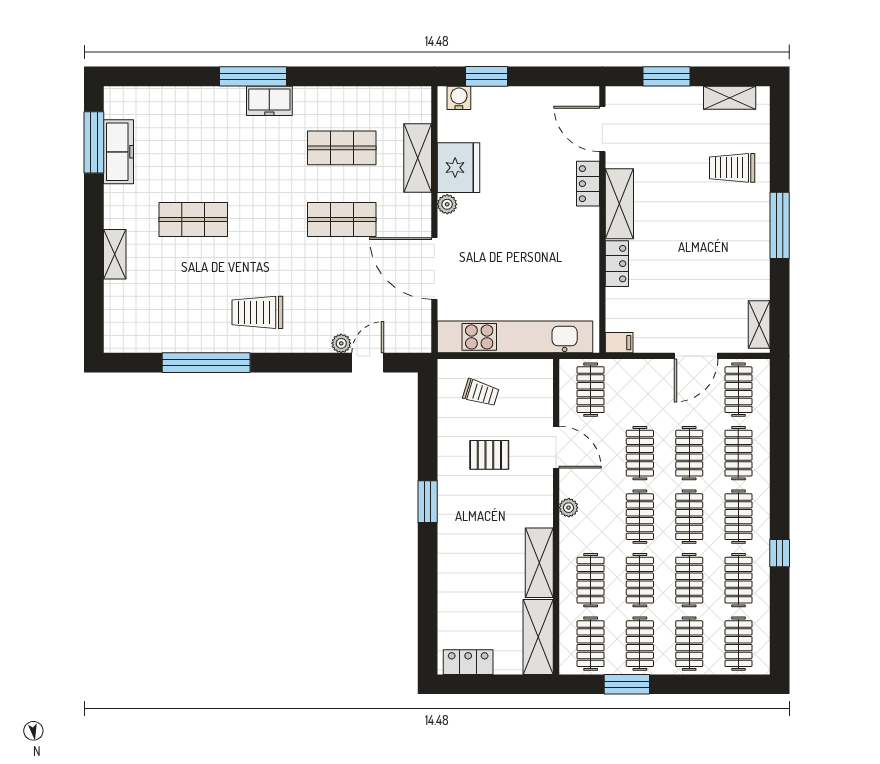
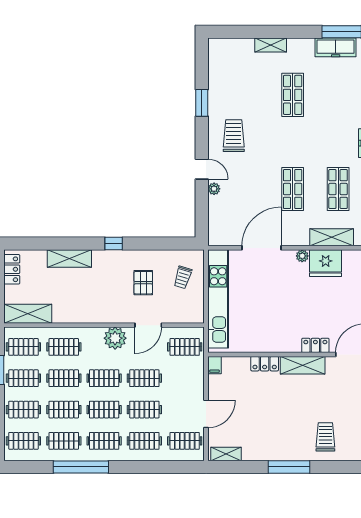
door: (696, 356) -> (206, 414), swing flipped
window: (206, 363) -> (202, 103), width x0.47
door: (368, 363) -> (202, 169), moved
window: (428, 502) -> (114, 244), width x0.67
plant: (569, 508) -> (115, 338), width x1.87, depth x1.87
window: (780, 553) -> (81, 467), width x3.17
shelving: (539, 563) -> (69, 259), moved

